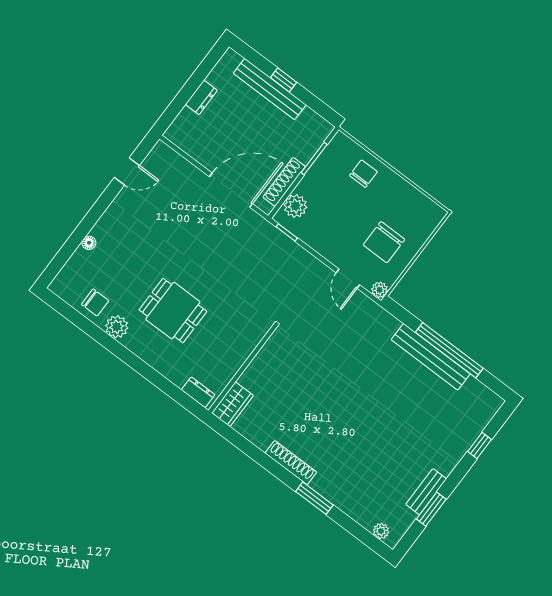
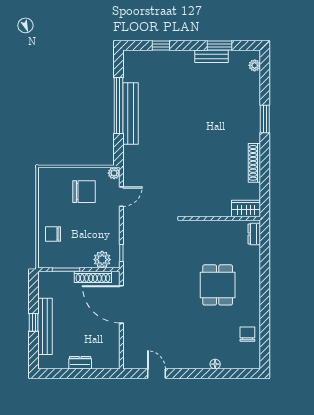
plant: (117, 327) -> (252, 311), removed
shoe rack: (291, 463) -> (254, 163), moved

